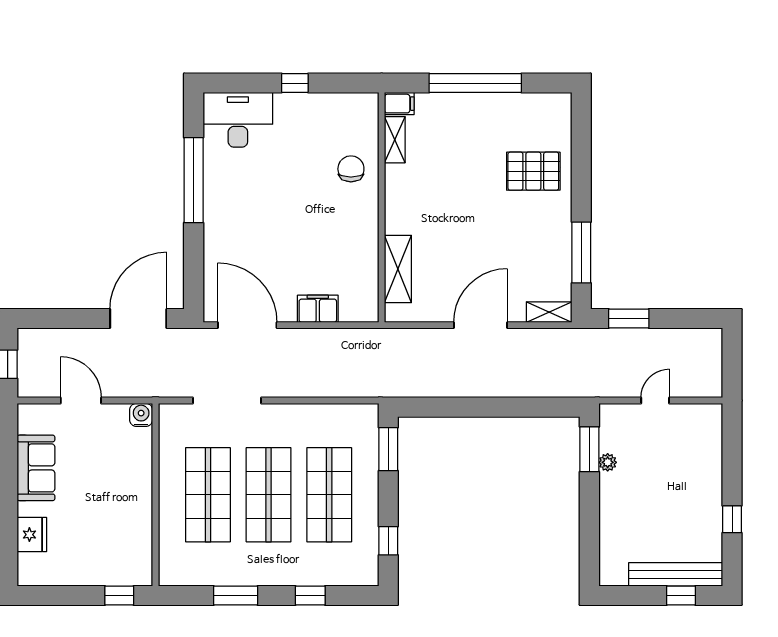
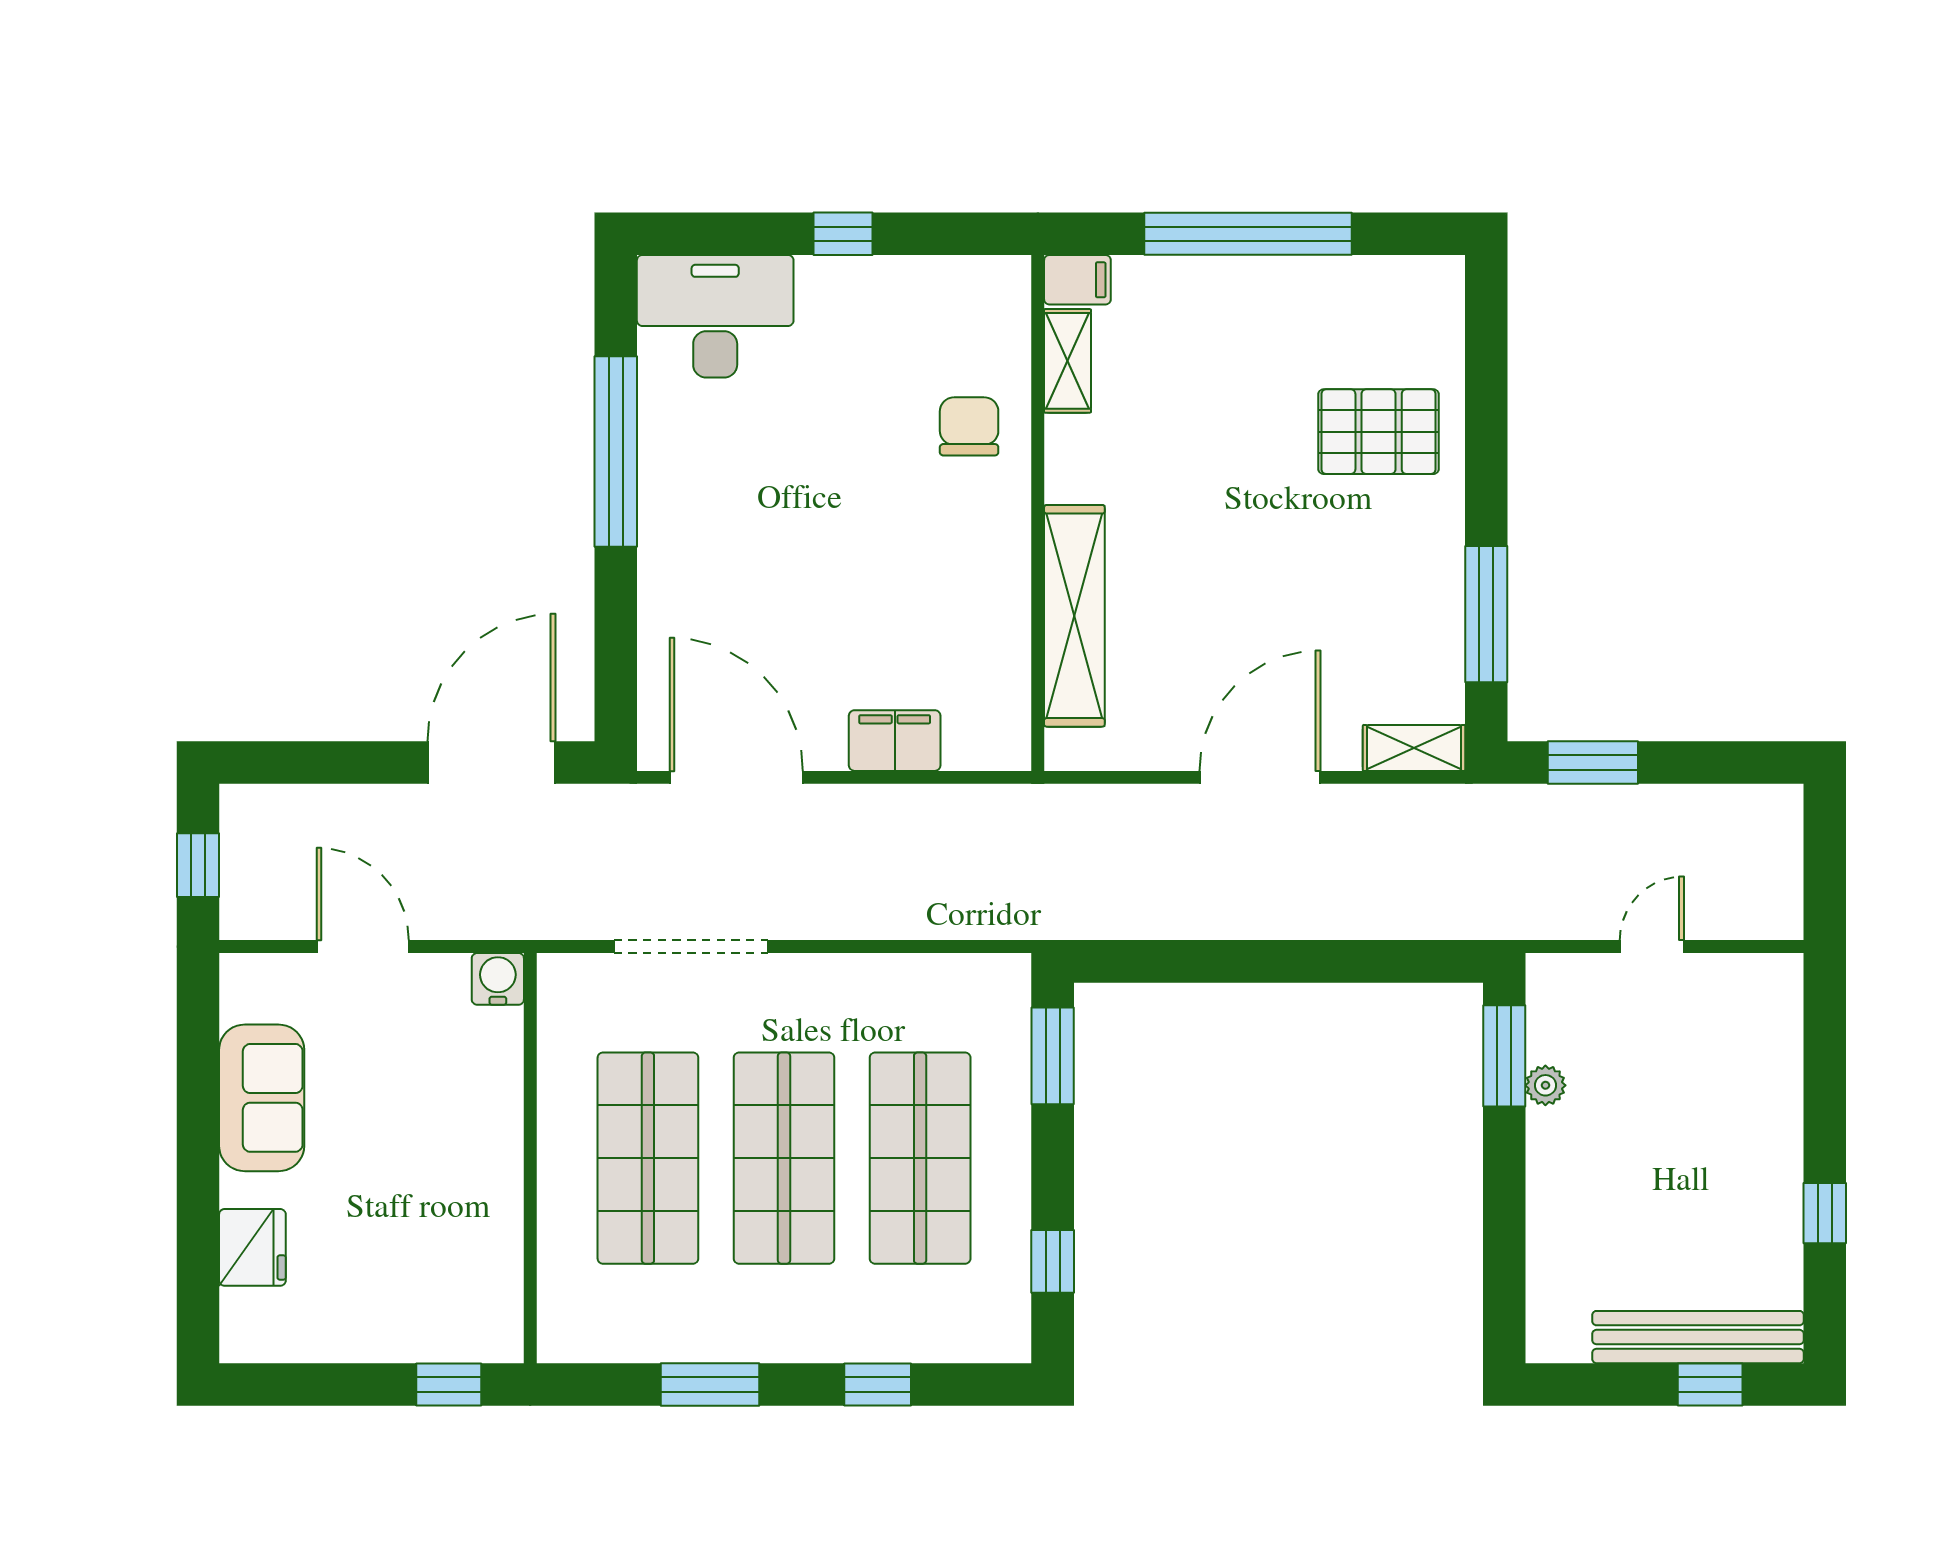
shelving: (398, 269) -> (1074, 616), width x1.47

